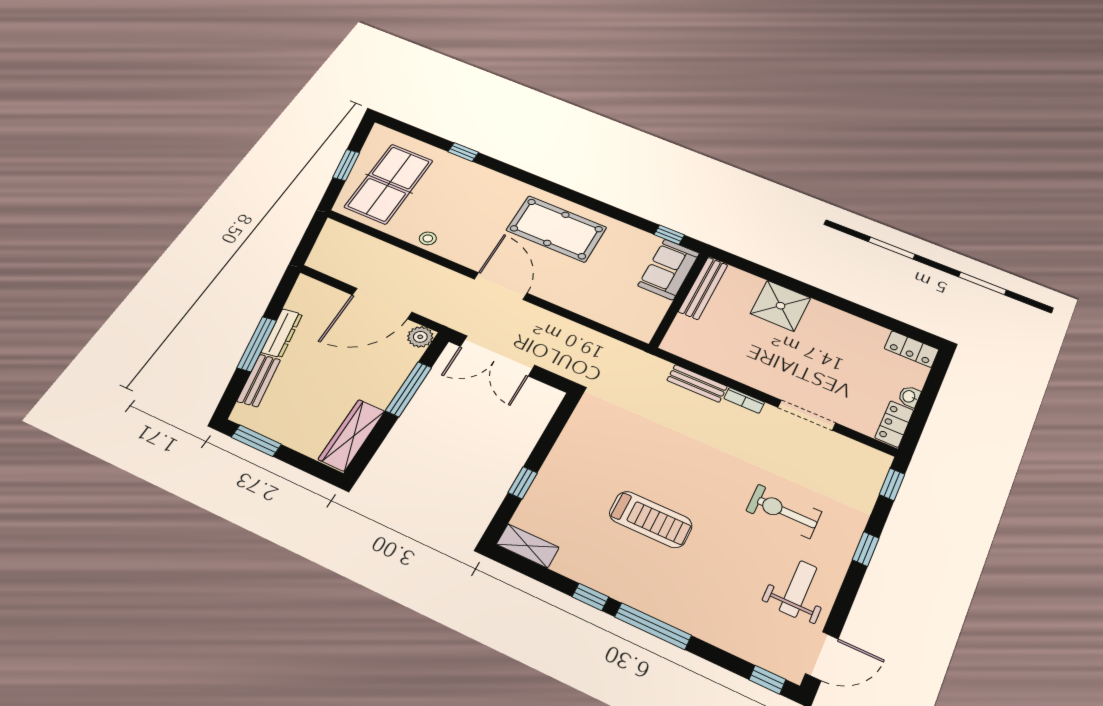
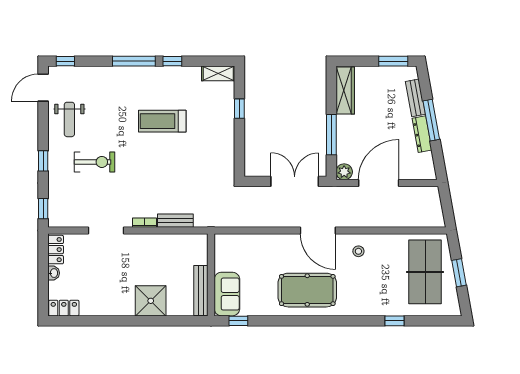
stool: (428, 238) -> (358, 251), moved

